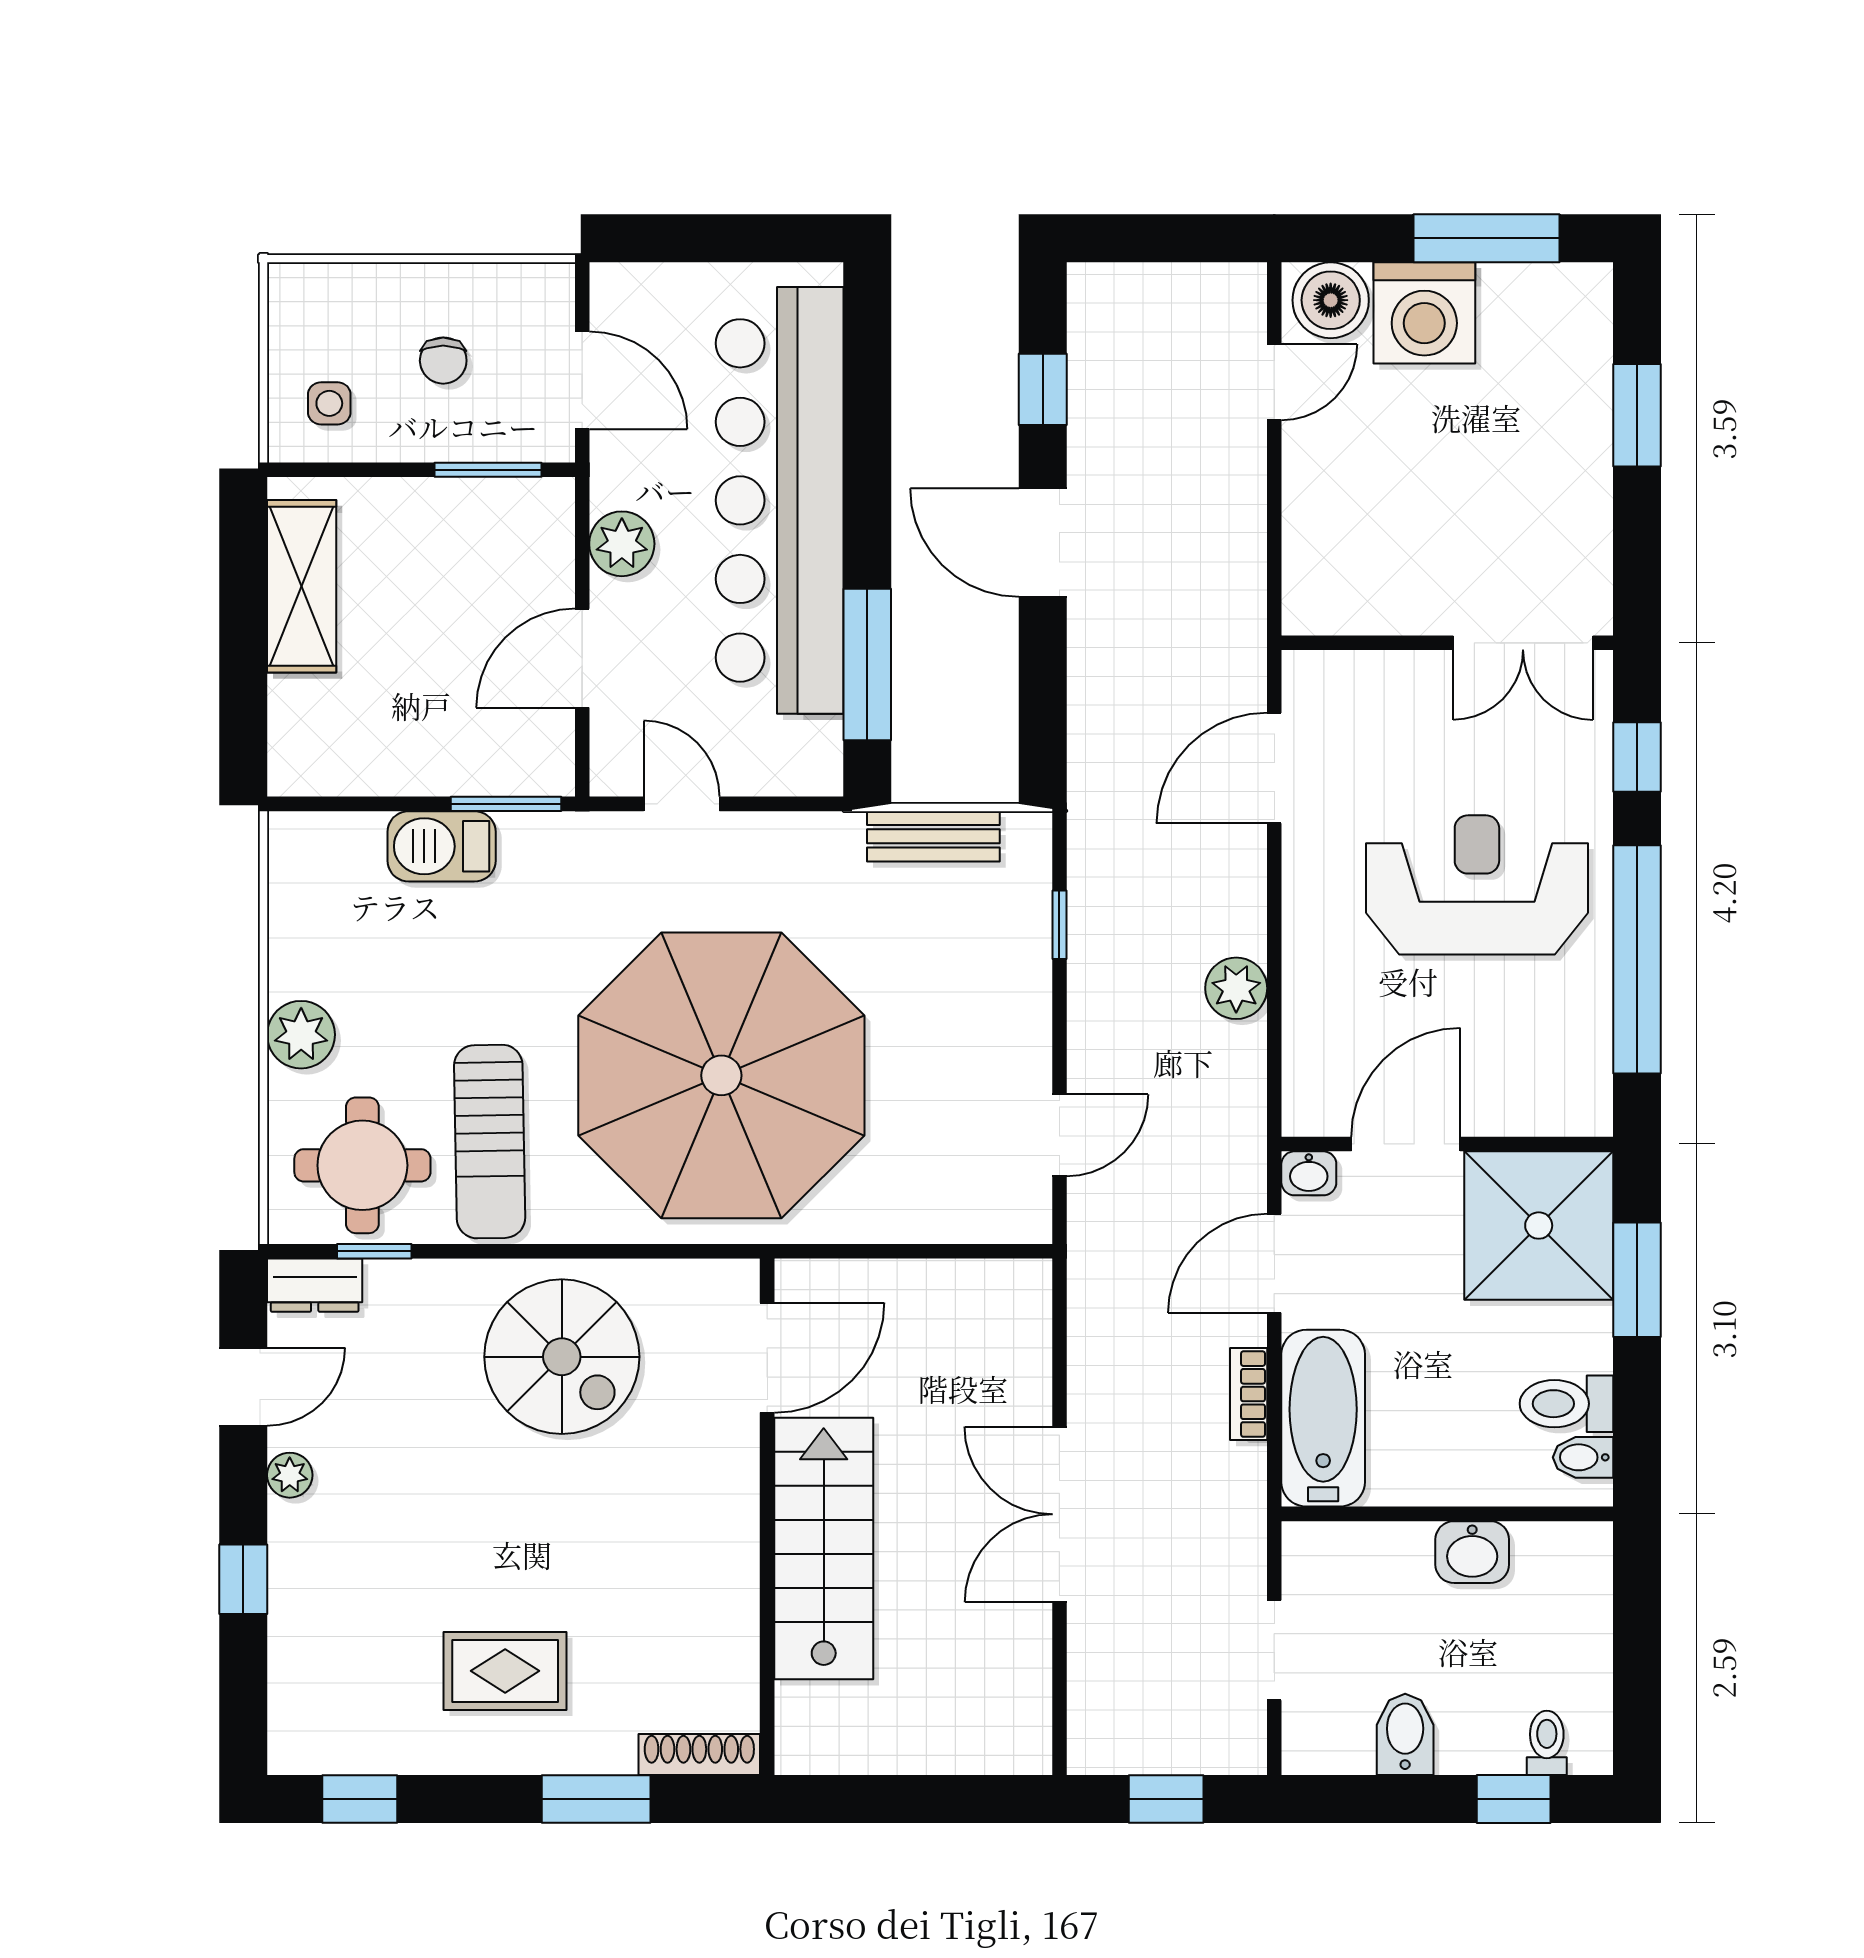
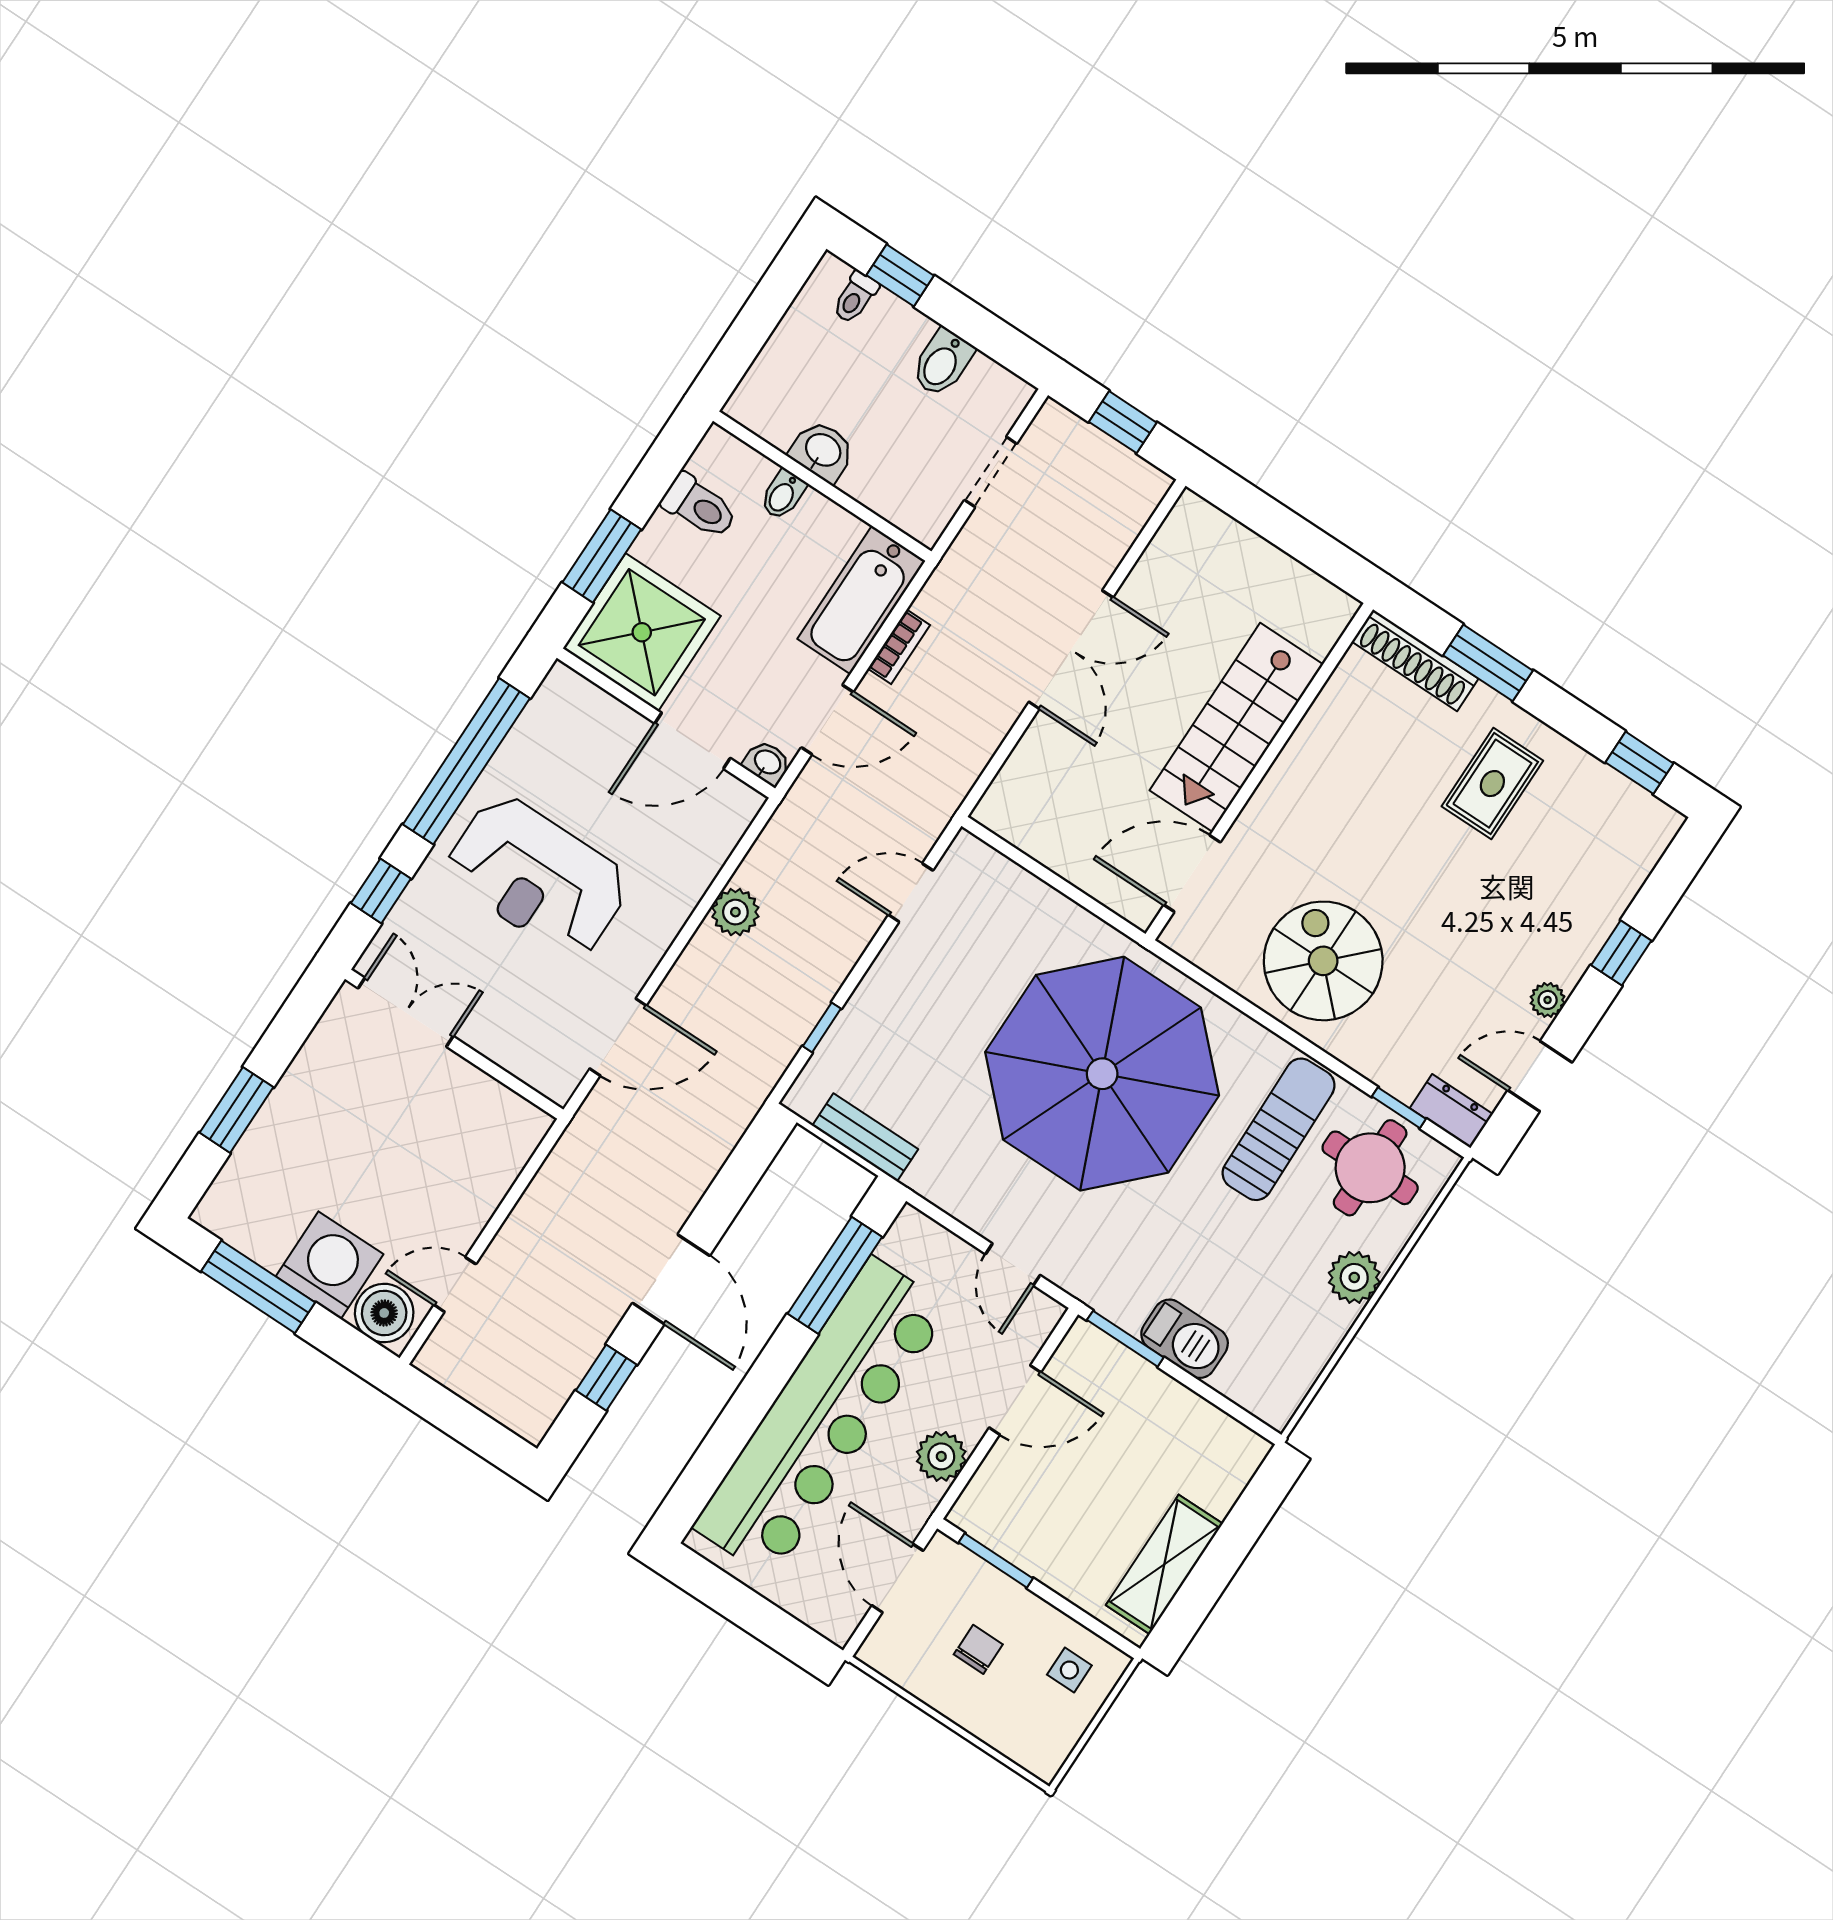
bidet: (1583, 1457) -> (783, 495), moved, turned 90
rug: (505, 1671) -> (1492, 784), turned 90
shoe rack: (699, 1755) -> (1415, 660), width x1.36, depth x1.24

